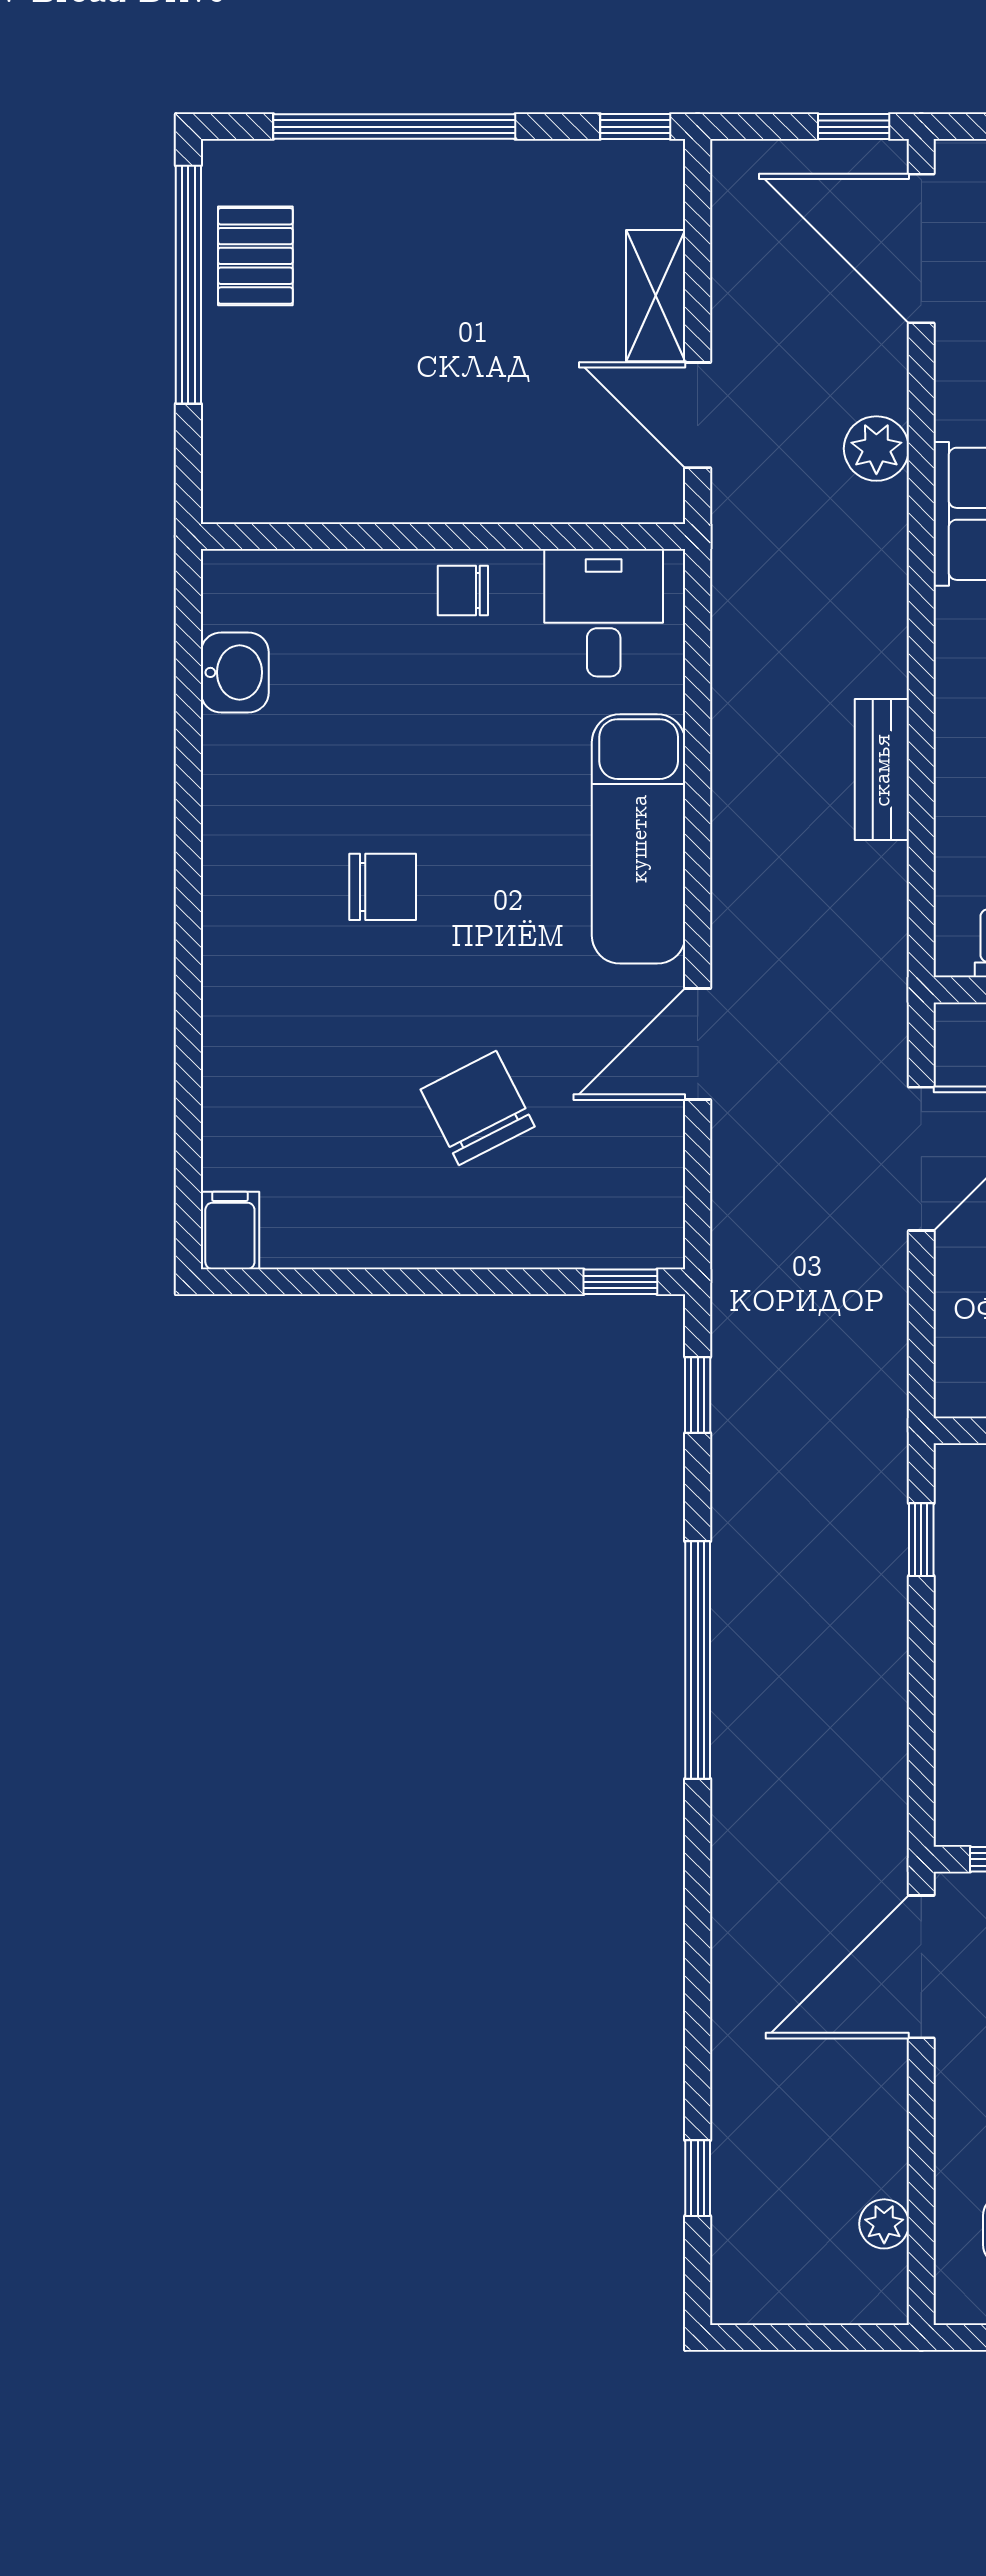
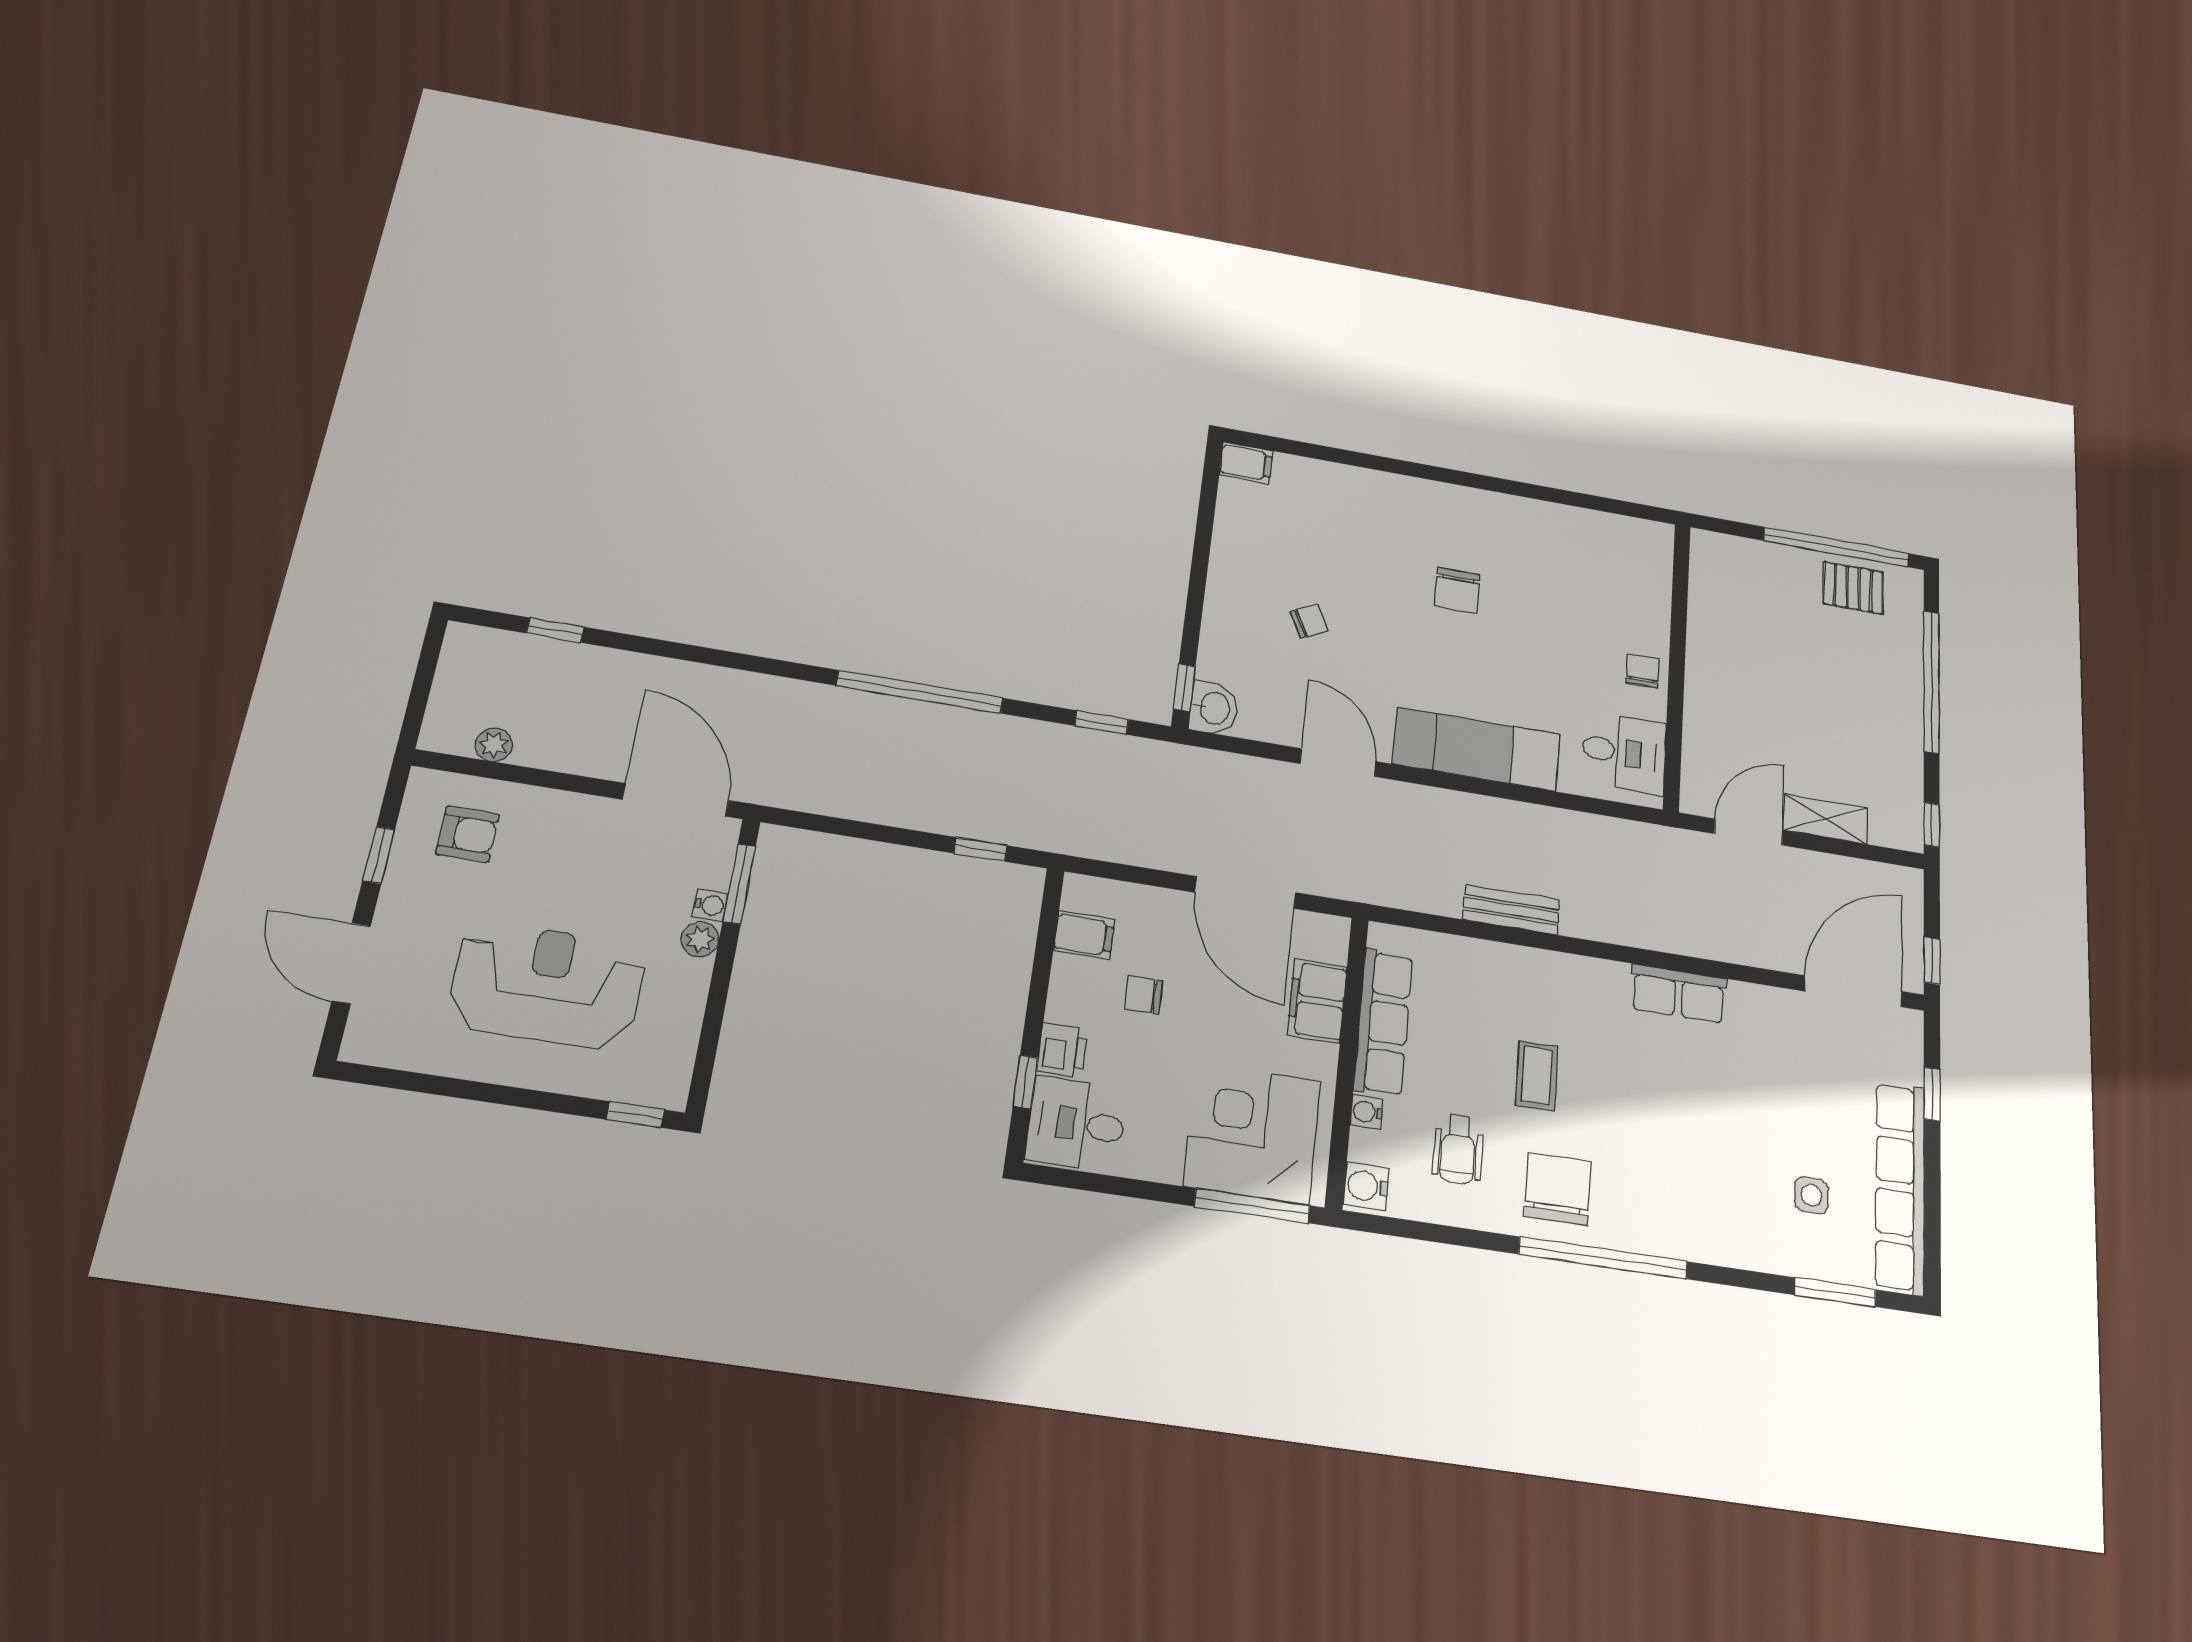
plant: (876, 449) -> (1723, 941), removed
washbasin: (235, 672) -> (1214, 708), moved, turned -90
chair: (478, 1108) -> (1309, 621), width x0.54, depth x0.54

